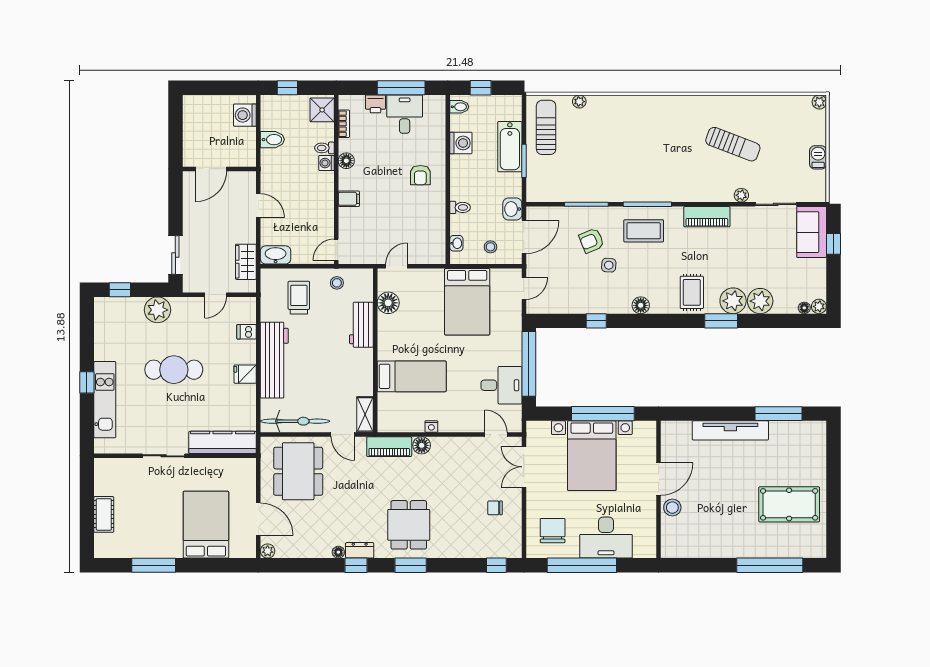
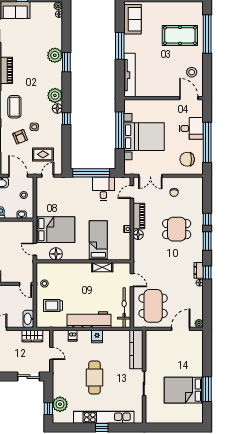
door: (524, 289) -> (48, 176), hinge flipped
rug: (692, 292) -> (43, 154), moved
plant: (760, 301) -> (55, 95), moved
bed: (467, 302) -> (55, 230), moved
plant: (157, 310) -> (60, 404), moved
window: (596, 321) -> (66, 119), moved
workbench: (361, 325) -> (69, 269), removed
kitchen unit: (105, 400) -> (104, 417), width x1.36
shelving: (365, 414) -> (102, 267), moved
window: (778, 414) -> (120, 46), moved
tv unit: (730, 430) -> (129, 75), moved
door: (343, 435) -> (132, 280), hinge flipped
sofa: (796, 436) -> (132, 19), added
piano: (389, 447) -> (139, 216), moved
dining table: (298, 471) -> (153, 306), turned 90
door: (659, 479) -> (189, 98), moved
pool table: (789, 504) -> (180, 35), moved, turned 90
stool: (672, 508) -> (192, 72), moved
cot: (104, 514) -> (178, 418), removed
bed: (206, 525) -> (184, 390), moved
dining table: (409, 525) -> (177, 229), moved
desk: (606, 538) -> (191, 128), width x0.73
window: (496, 565) -> (207, 219), moved

